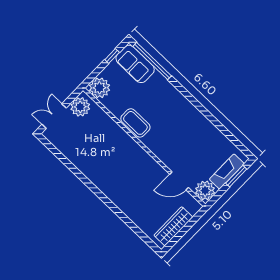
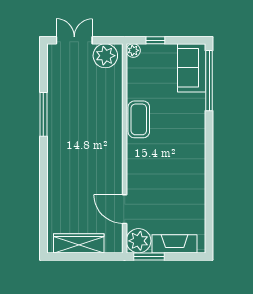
window: (112, 56) -> (155, 40), moved
plant: (100, 88) -> (133, 50), width x0.53, depth x0.53
window: (80, 175) -> (43, 114), added
window: (236, 176) -> (149, 256), moved

